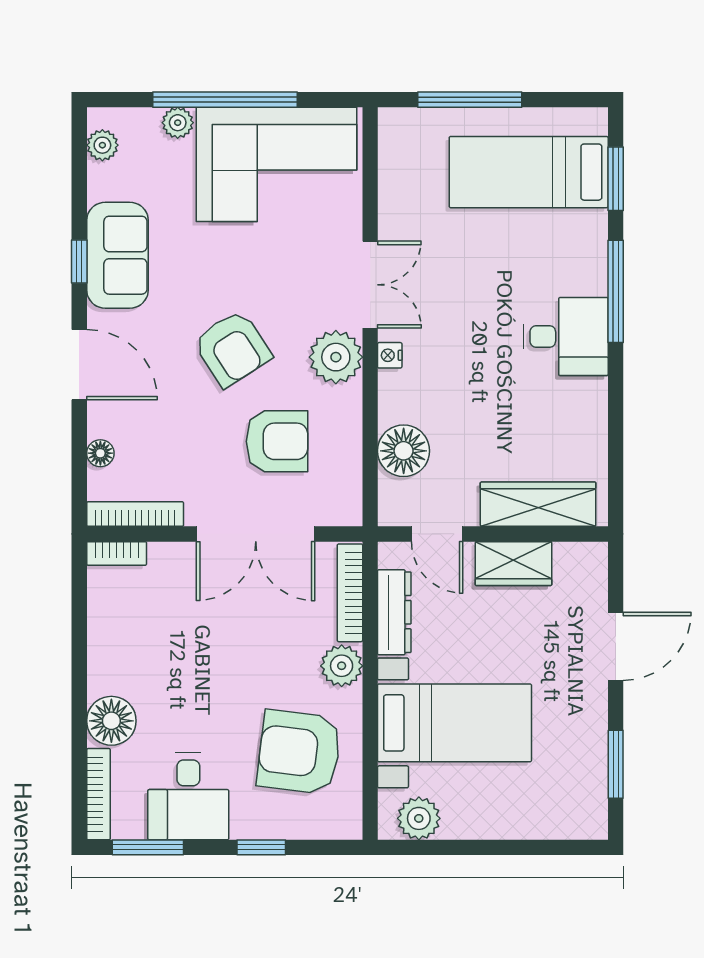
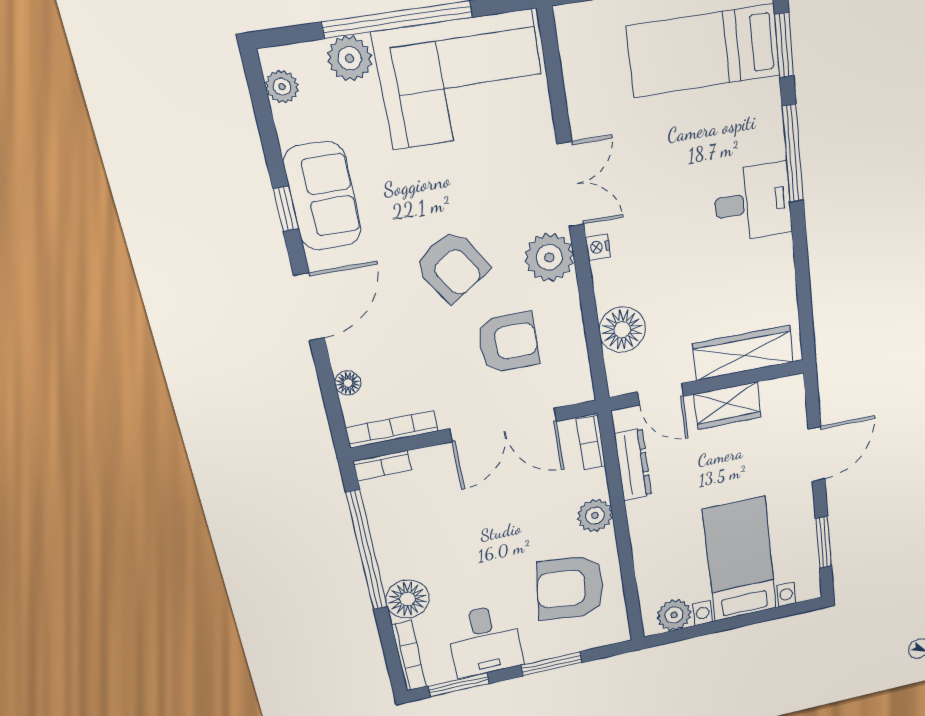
plant: (178, 123) -> (350, 58), width x1.38, depth x1.38
door: (79, 365) -> (309, 307), hinge flipped
bookcase: (350, 593) -> (591, 443), width x0.64
window: (79, 650) -> (367, 551), added
bed with nightstands: (454, 723) -> (740, 560), moved, turned -90
window: (261, 847) -> (551, 664), width x1.50

